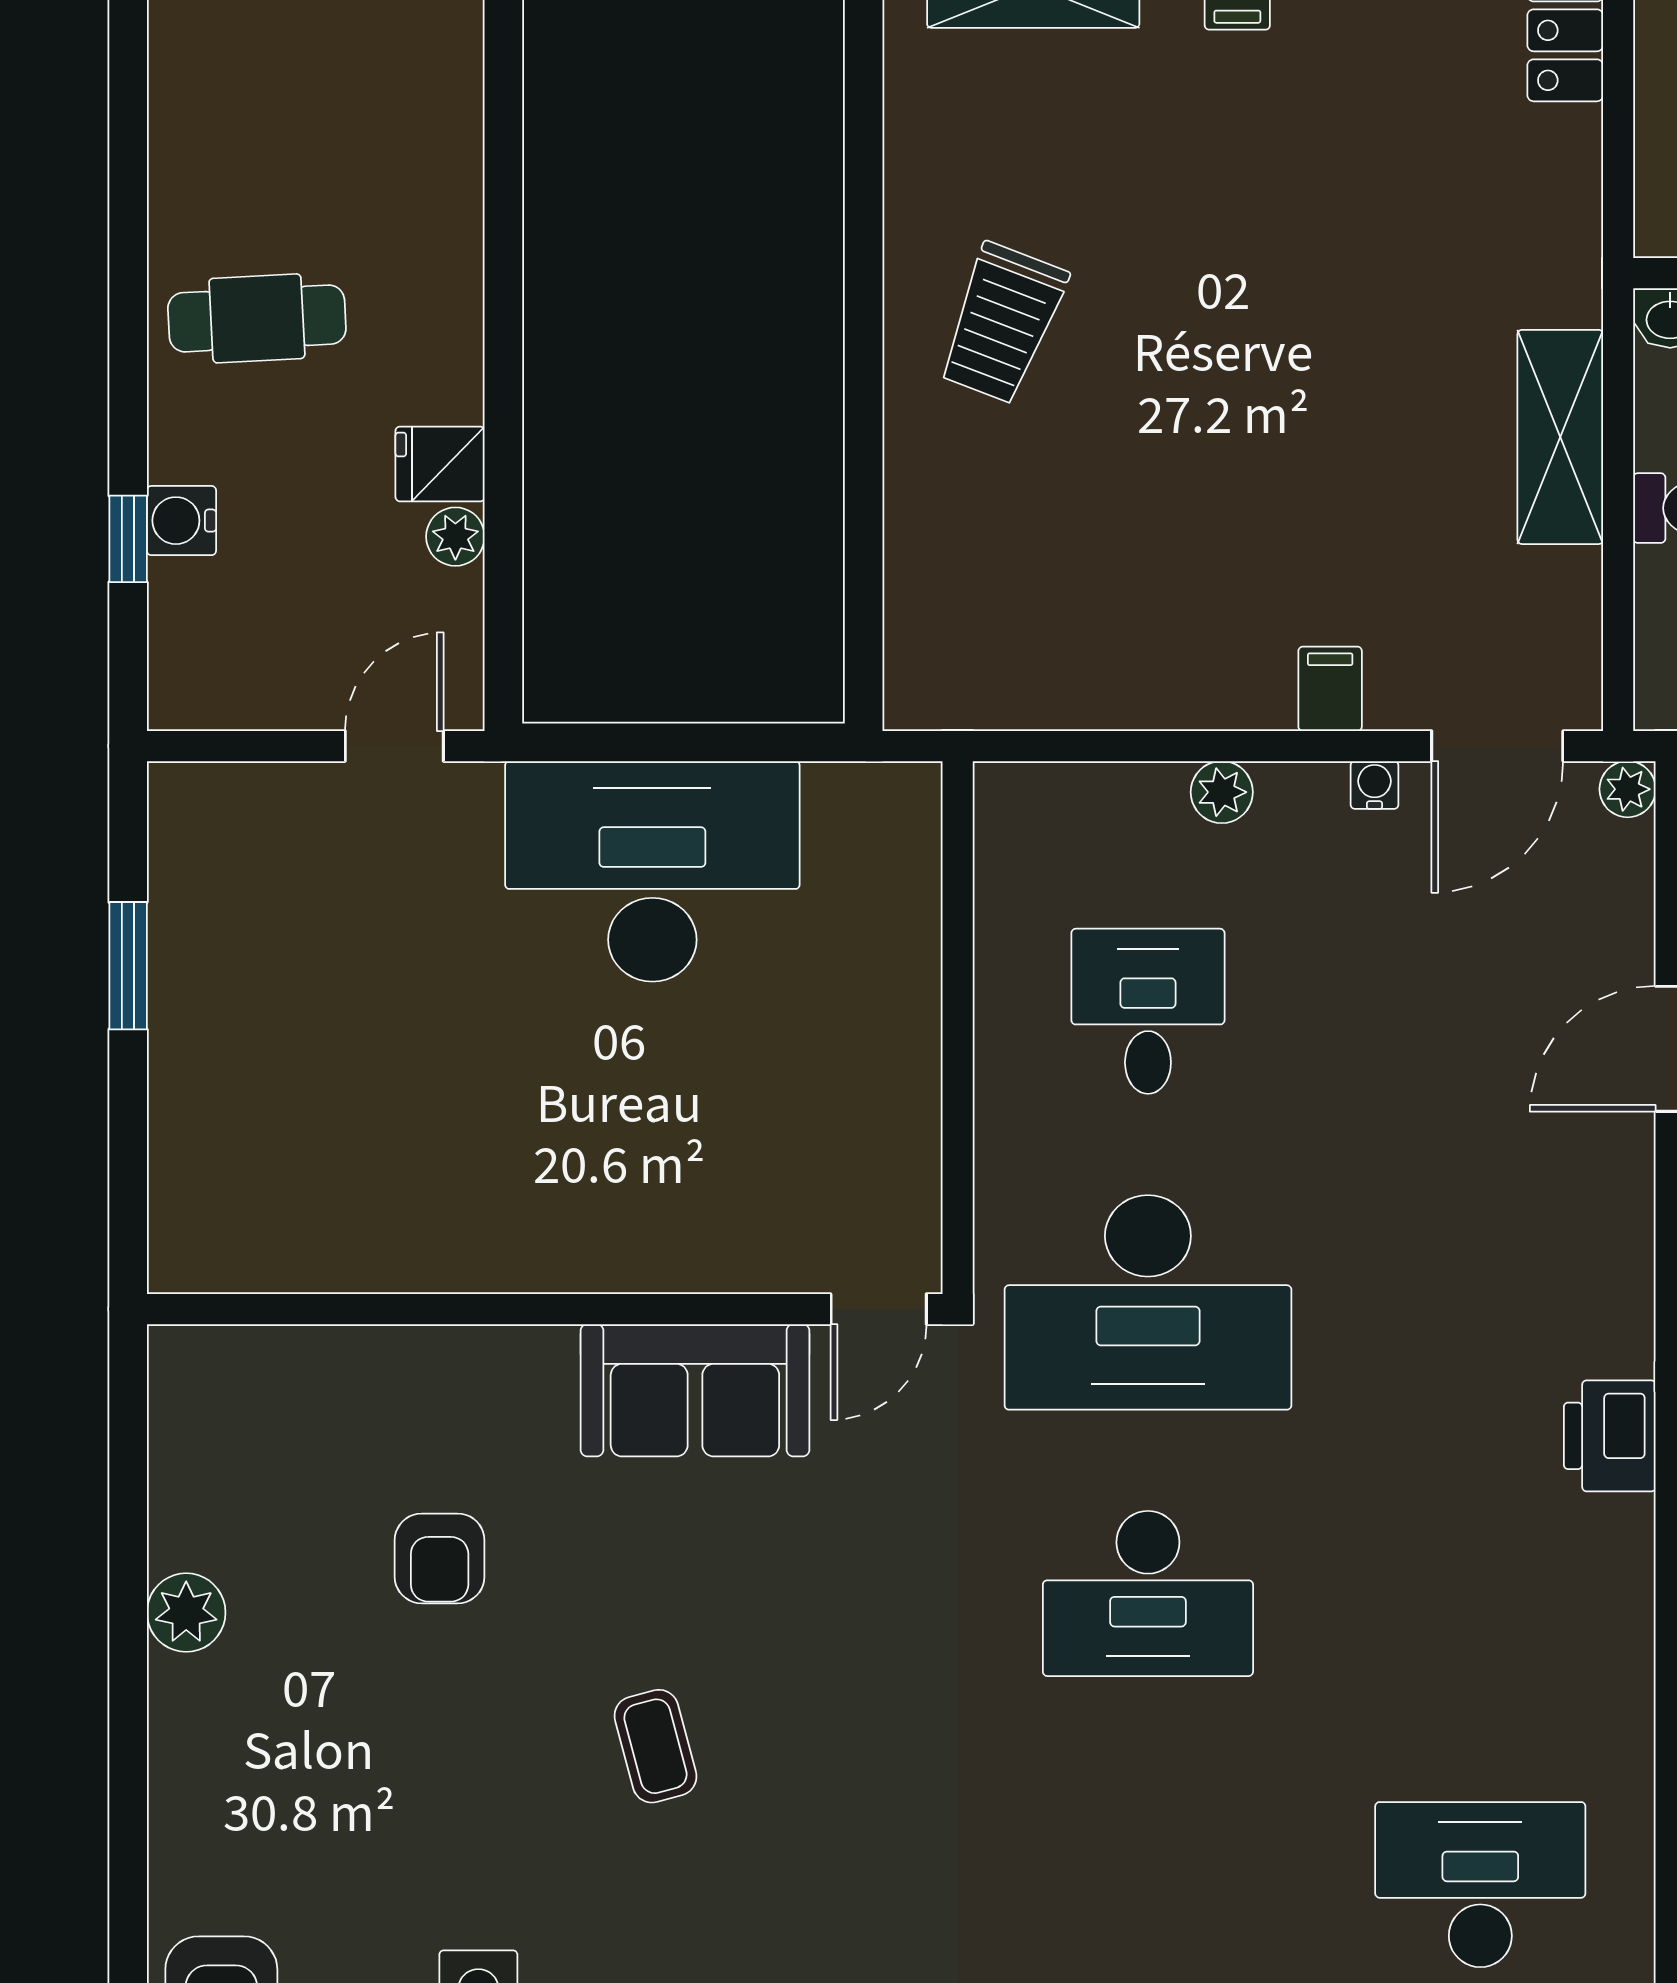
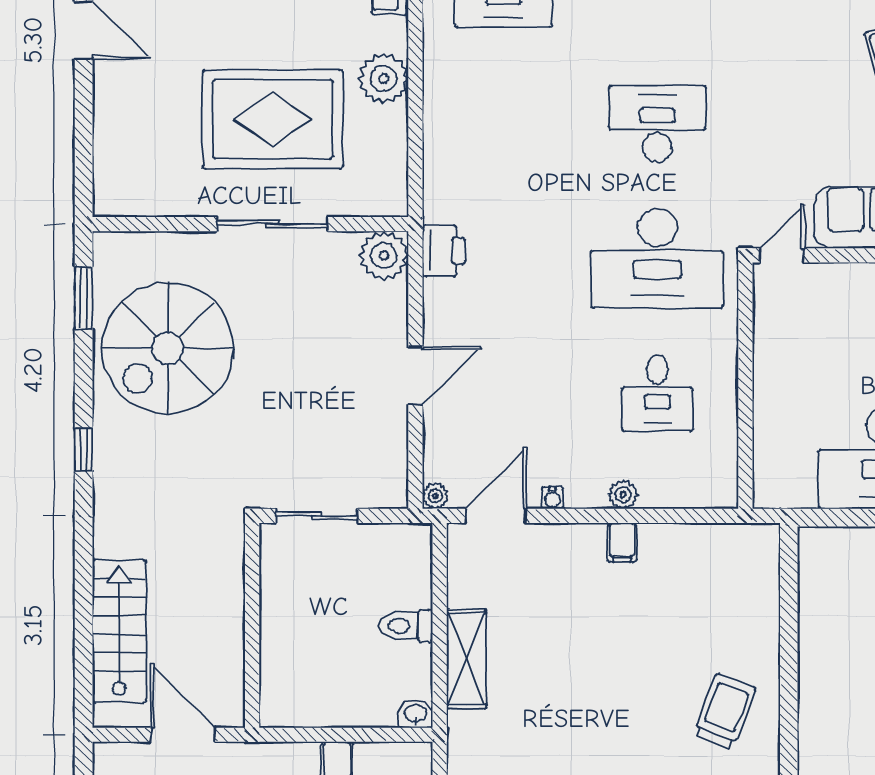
filing cabinet: (1330, 689) -> (622, 542), moved
desk: (1148, 1302) -> (657, 258), turned 180
printer: (1610, 1436) -> (444, 251), moved

